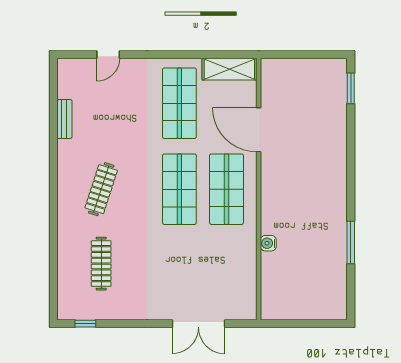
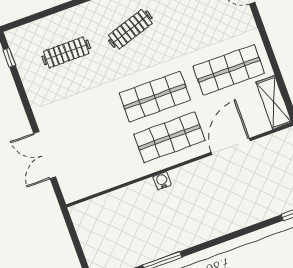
clothes rail: (101, 189) -> (130, 29), turned -36
water cooler: (268, 243) -> (162, 181), moved

